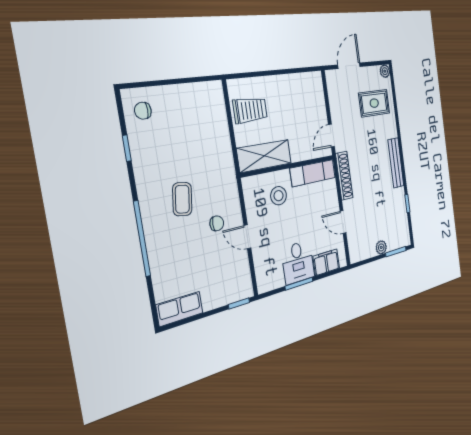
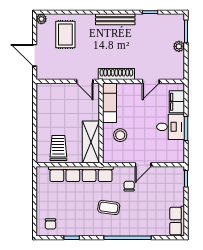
row of seats: (222, 148) -> (81, 174), added

